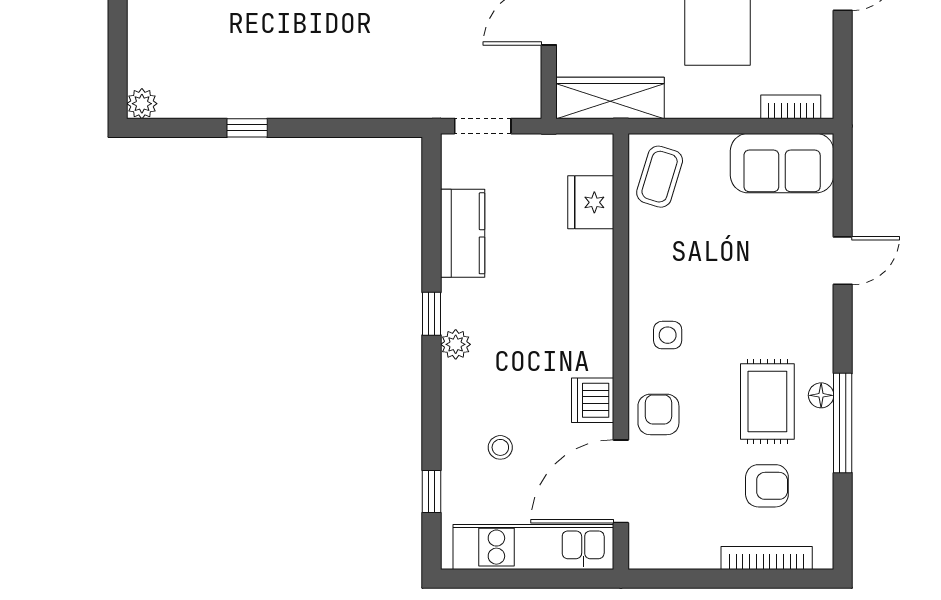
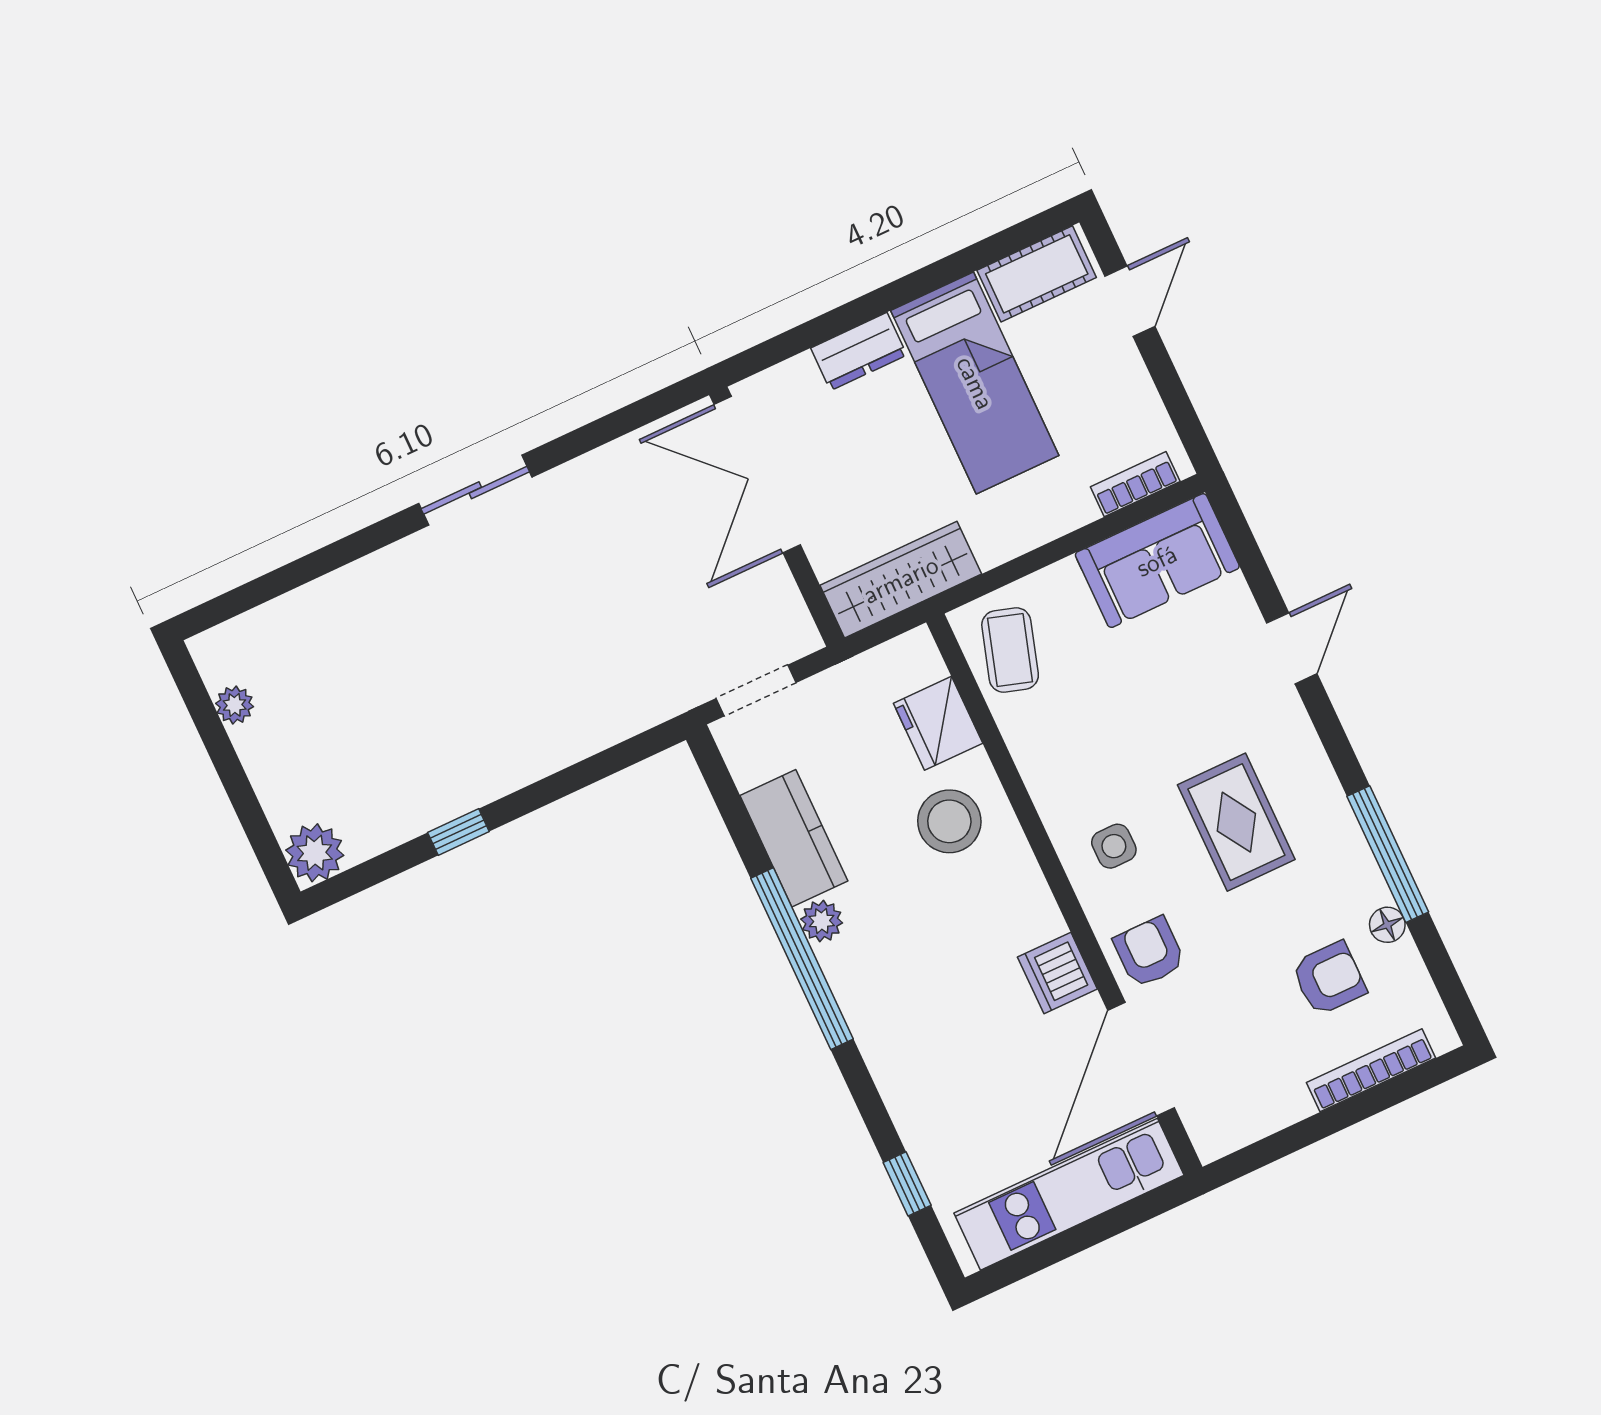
plant: (142, 104) -> (315, 853), width x1.38, depth x1.38
window: (432, 314) -> (802, 959), width x3.17
plant: (456, 344) -> (822, 921), moved
floor lamp: (821, 395) -> (1387, 925), moved
rug: (767, 401) -> (1236, 822), moved
stool: (500, 447) -> (949, 821), moved, width x1.89, depth x1.89

